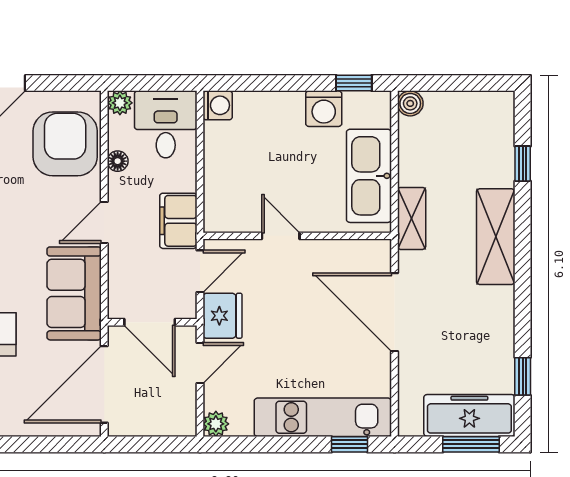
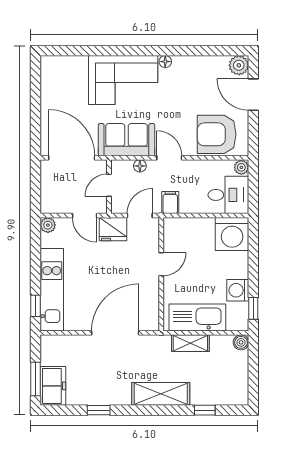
washing machine: (218, 105) -> (232, 234), width x1.89, depth x1.89
armchair: (65, 144) -> (217, 134), turned 180
floor lamp: (118, 161) -> (140, 166), moved
shelving: (412, 218) -> (190, 343), moved
filing cabinet: (178, 221) -> (170, 203), width x0.50
door: (200, 271) -> (140, 216), swing flipped
door: (150, 322) -> (109, 185), width x0.73
window: (523, 376) -> (99, 410), moved
freezer: (469, 415) -> (53, 386), width x0.71

